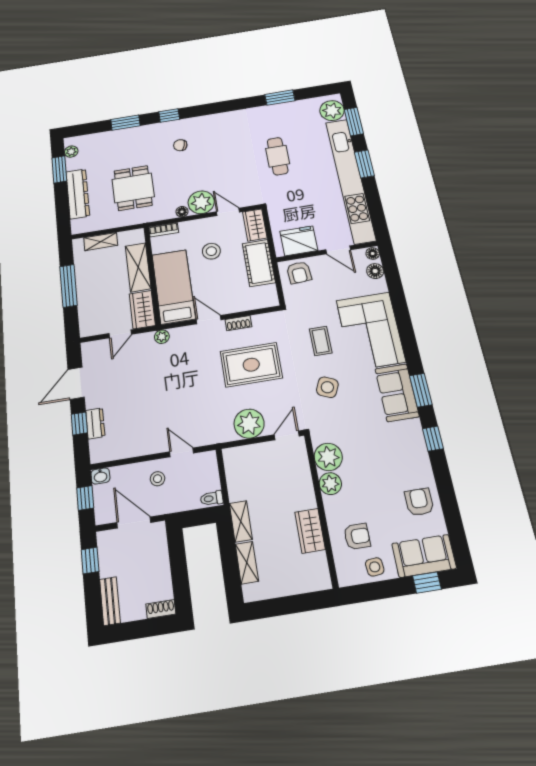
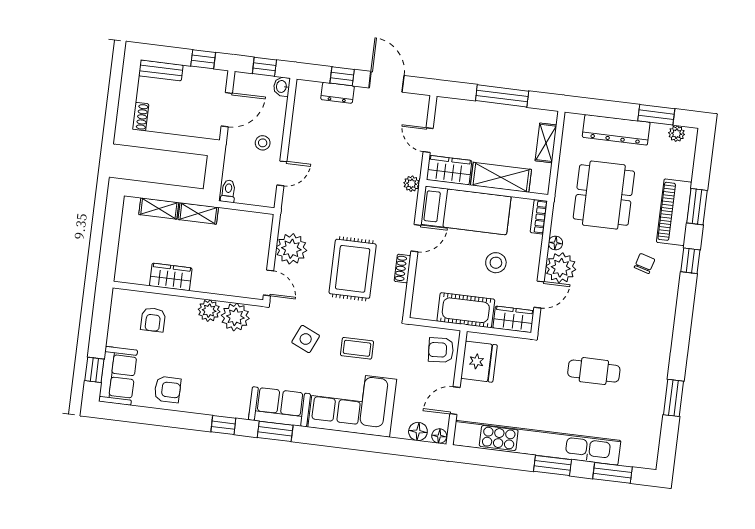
plant: (332, 111) -> (636, 453), removed
piano: (134, 136) -> (674, 212), added
dining table: (133, 188) -> (604, 195), width x1.38
side table: (375, 567) -> (121, 327), removed

